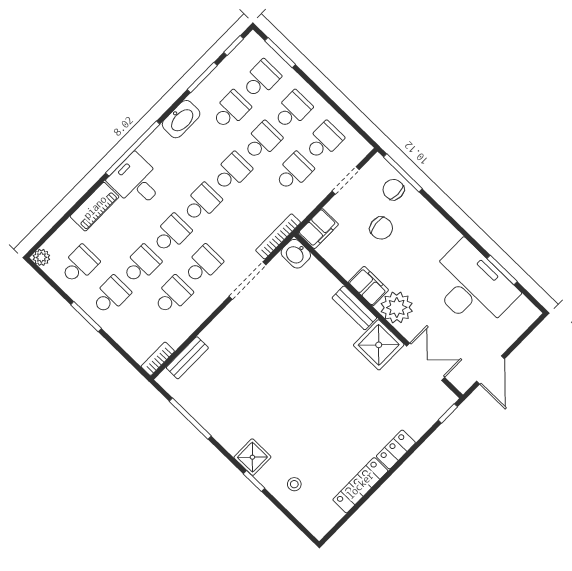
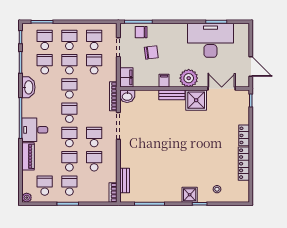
filing cabinet: (368, 286) -> (164, 81), width x0.50

